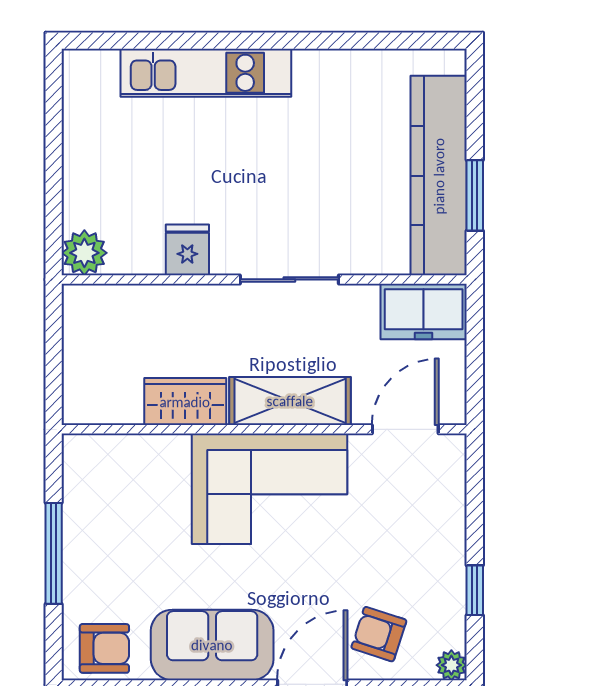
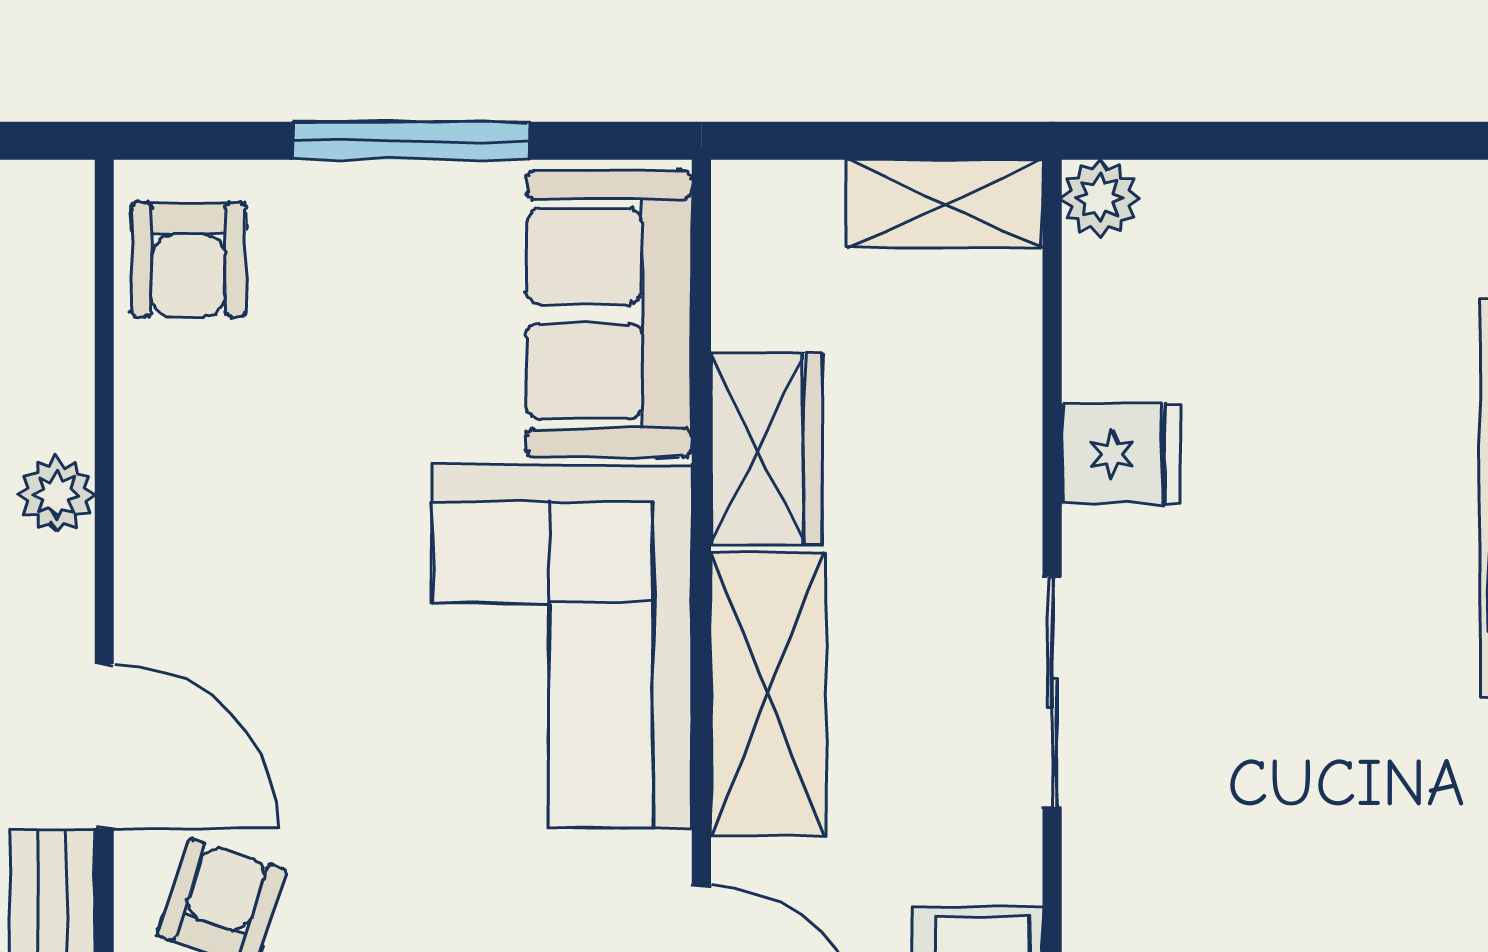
plant: (84, 253) -> (1100, 198), width x0.73, depth x0.73
shelving: (80, 325) -> (945, 204), added
sofa: (212, 645) -> (609, 314), moved, turned 180

